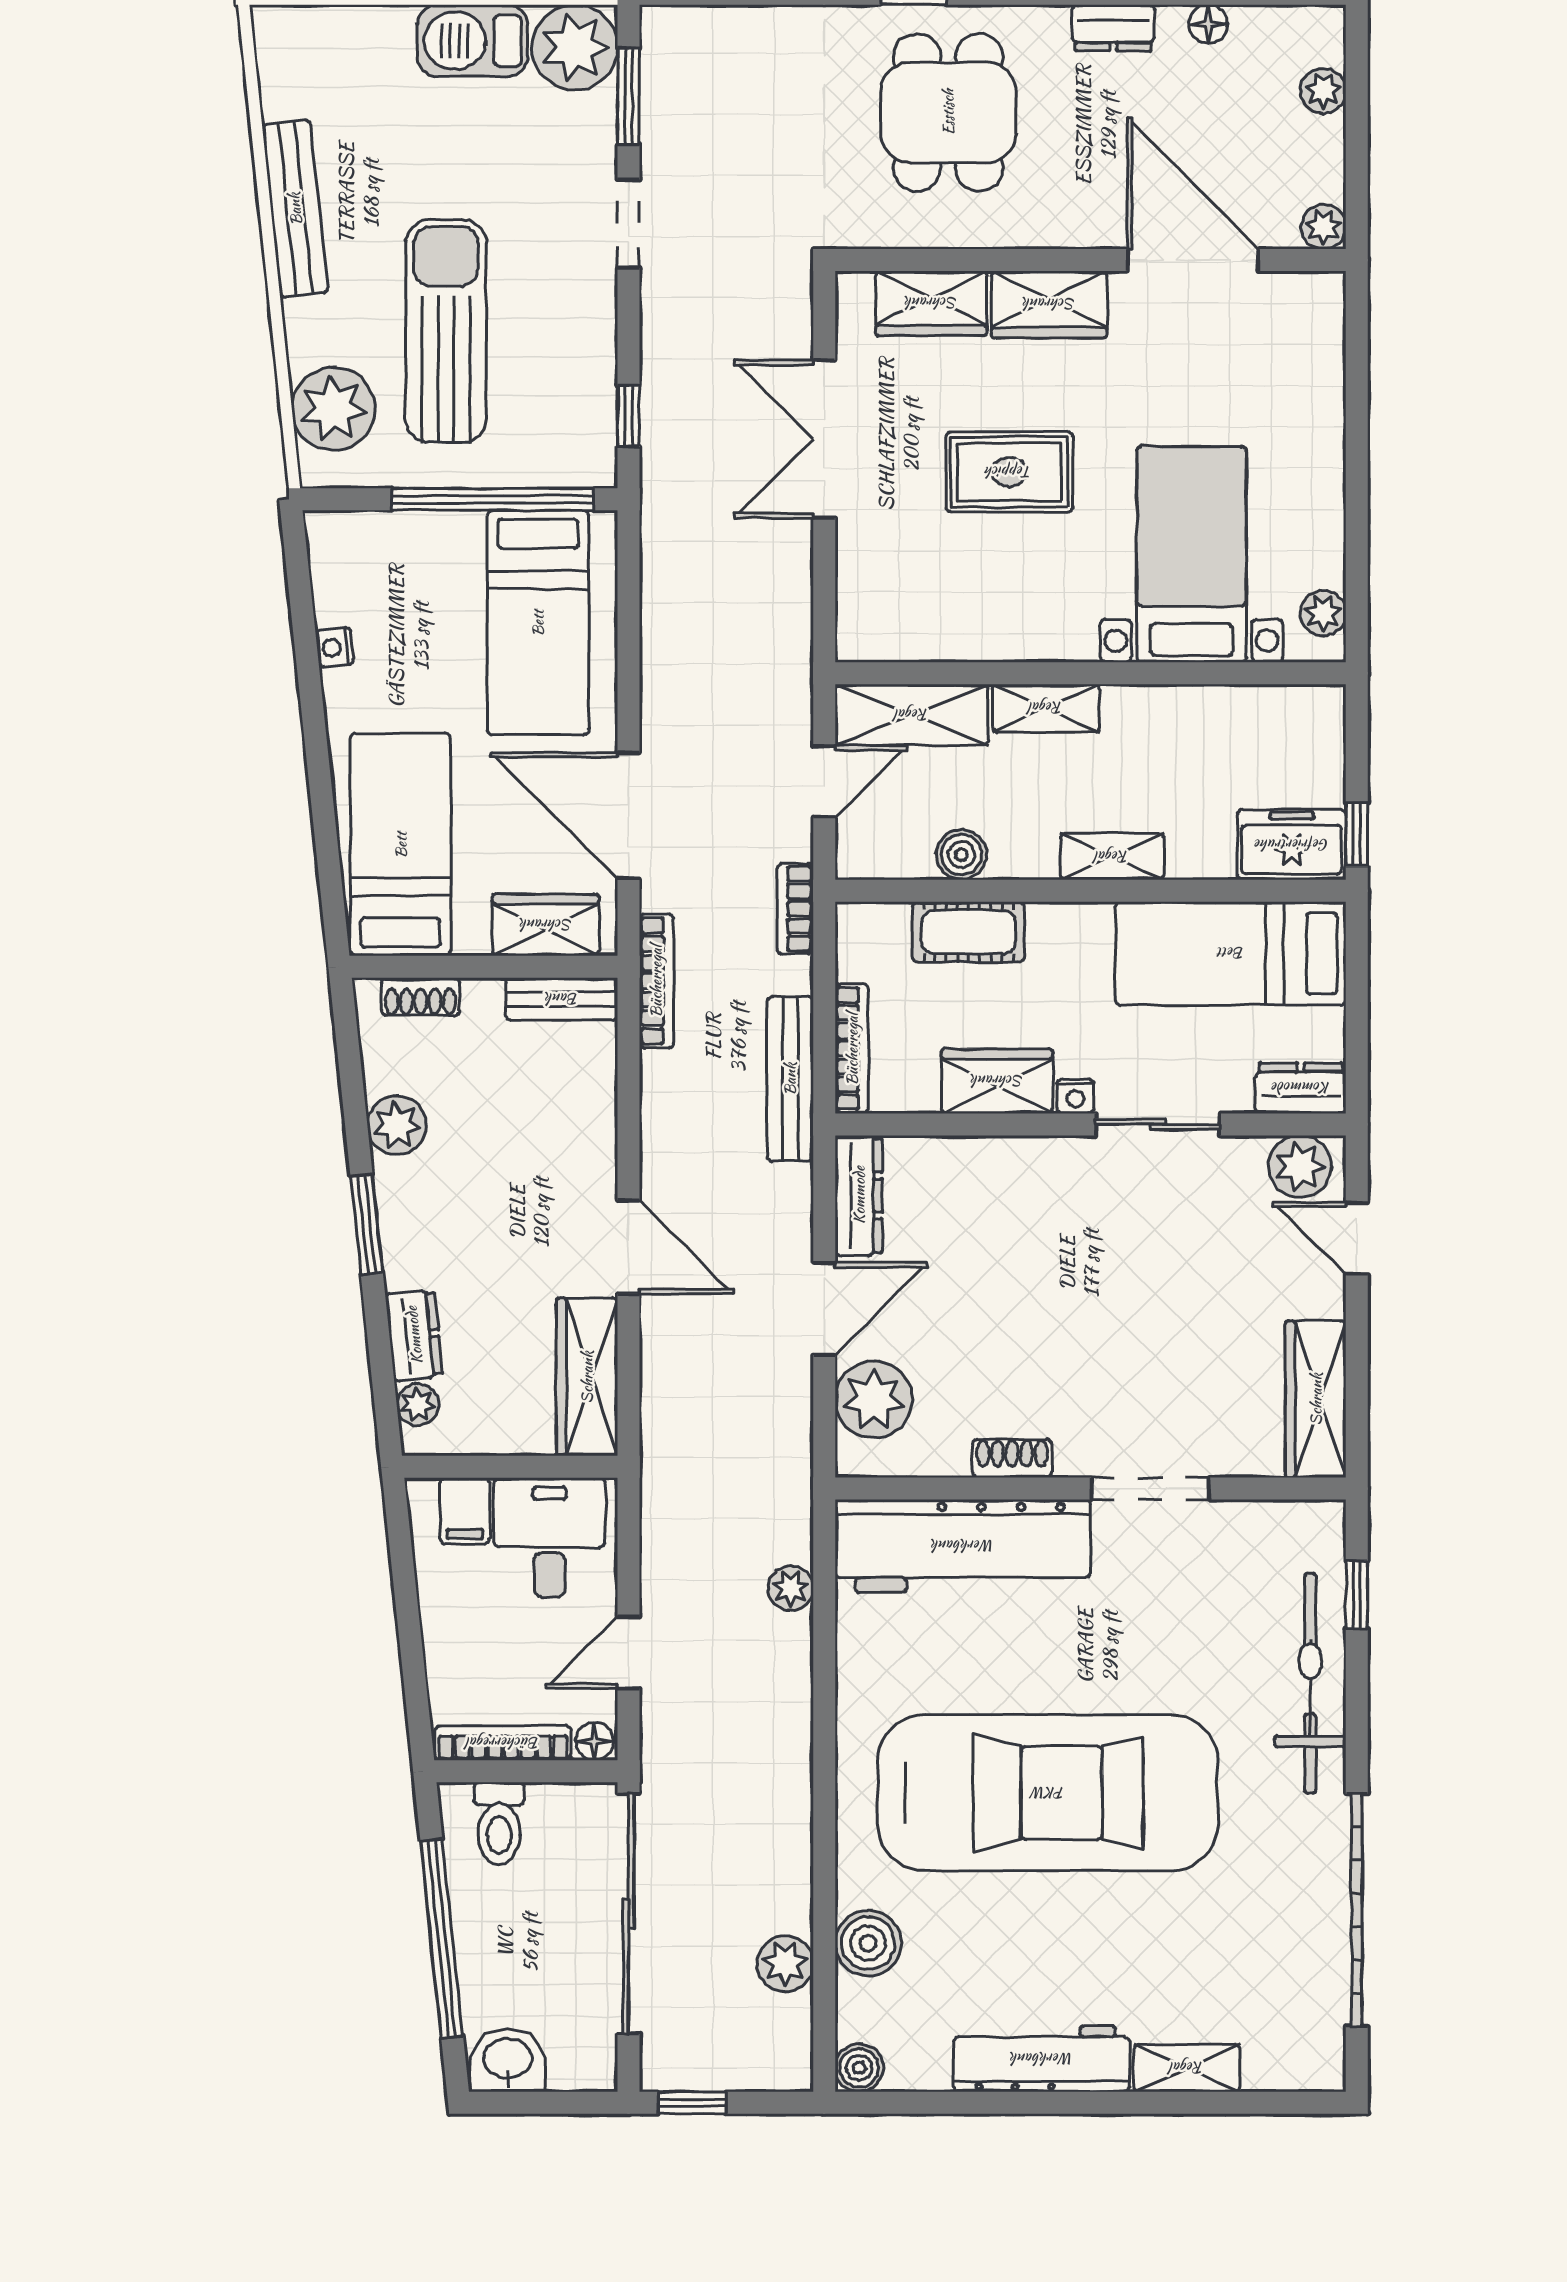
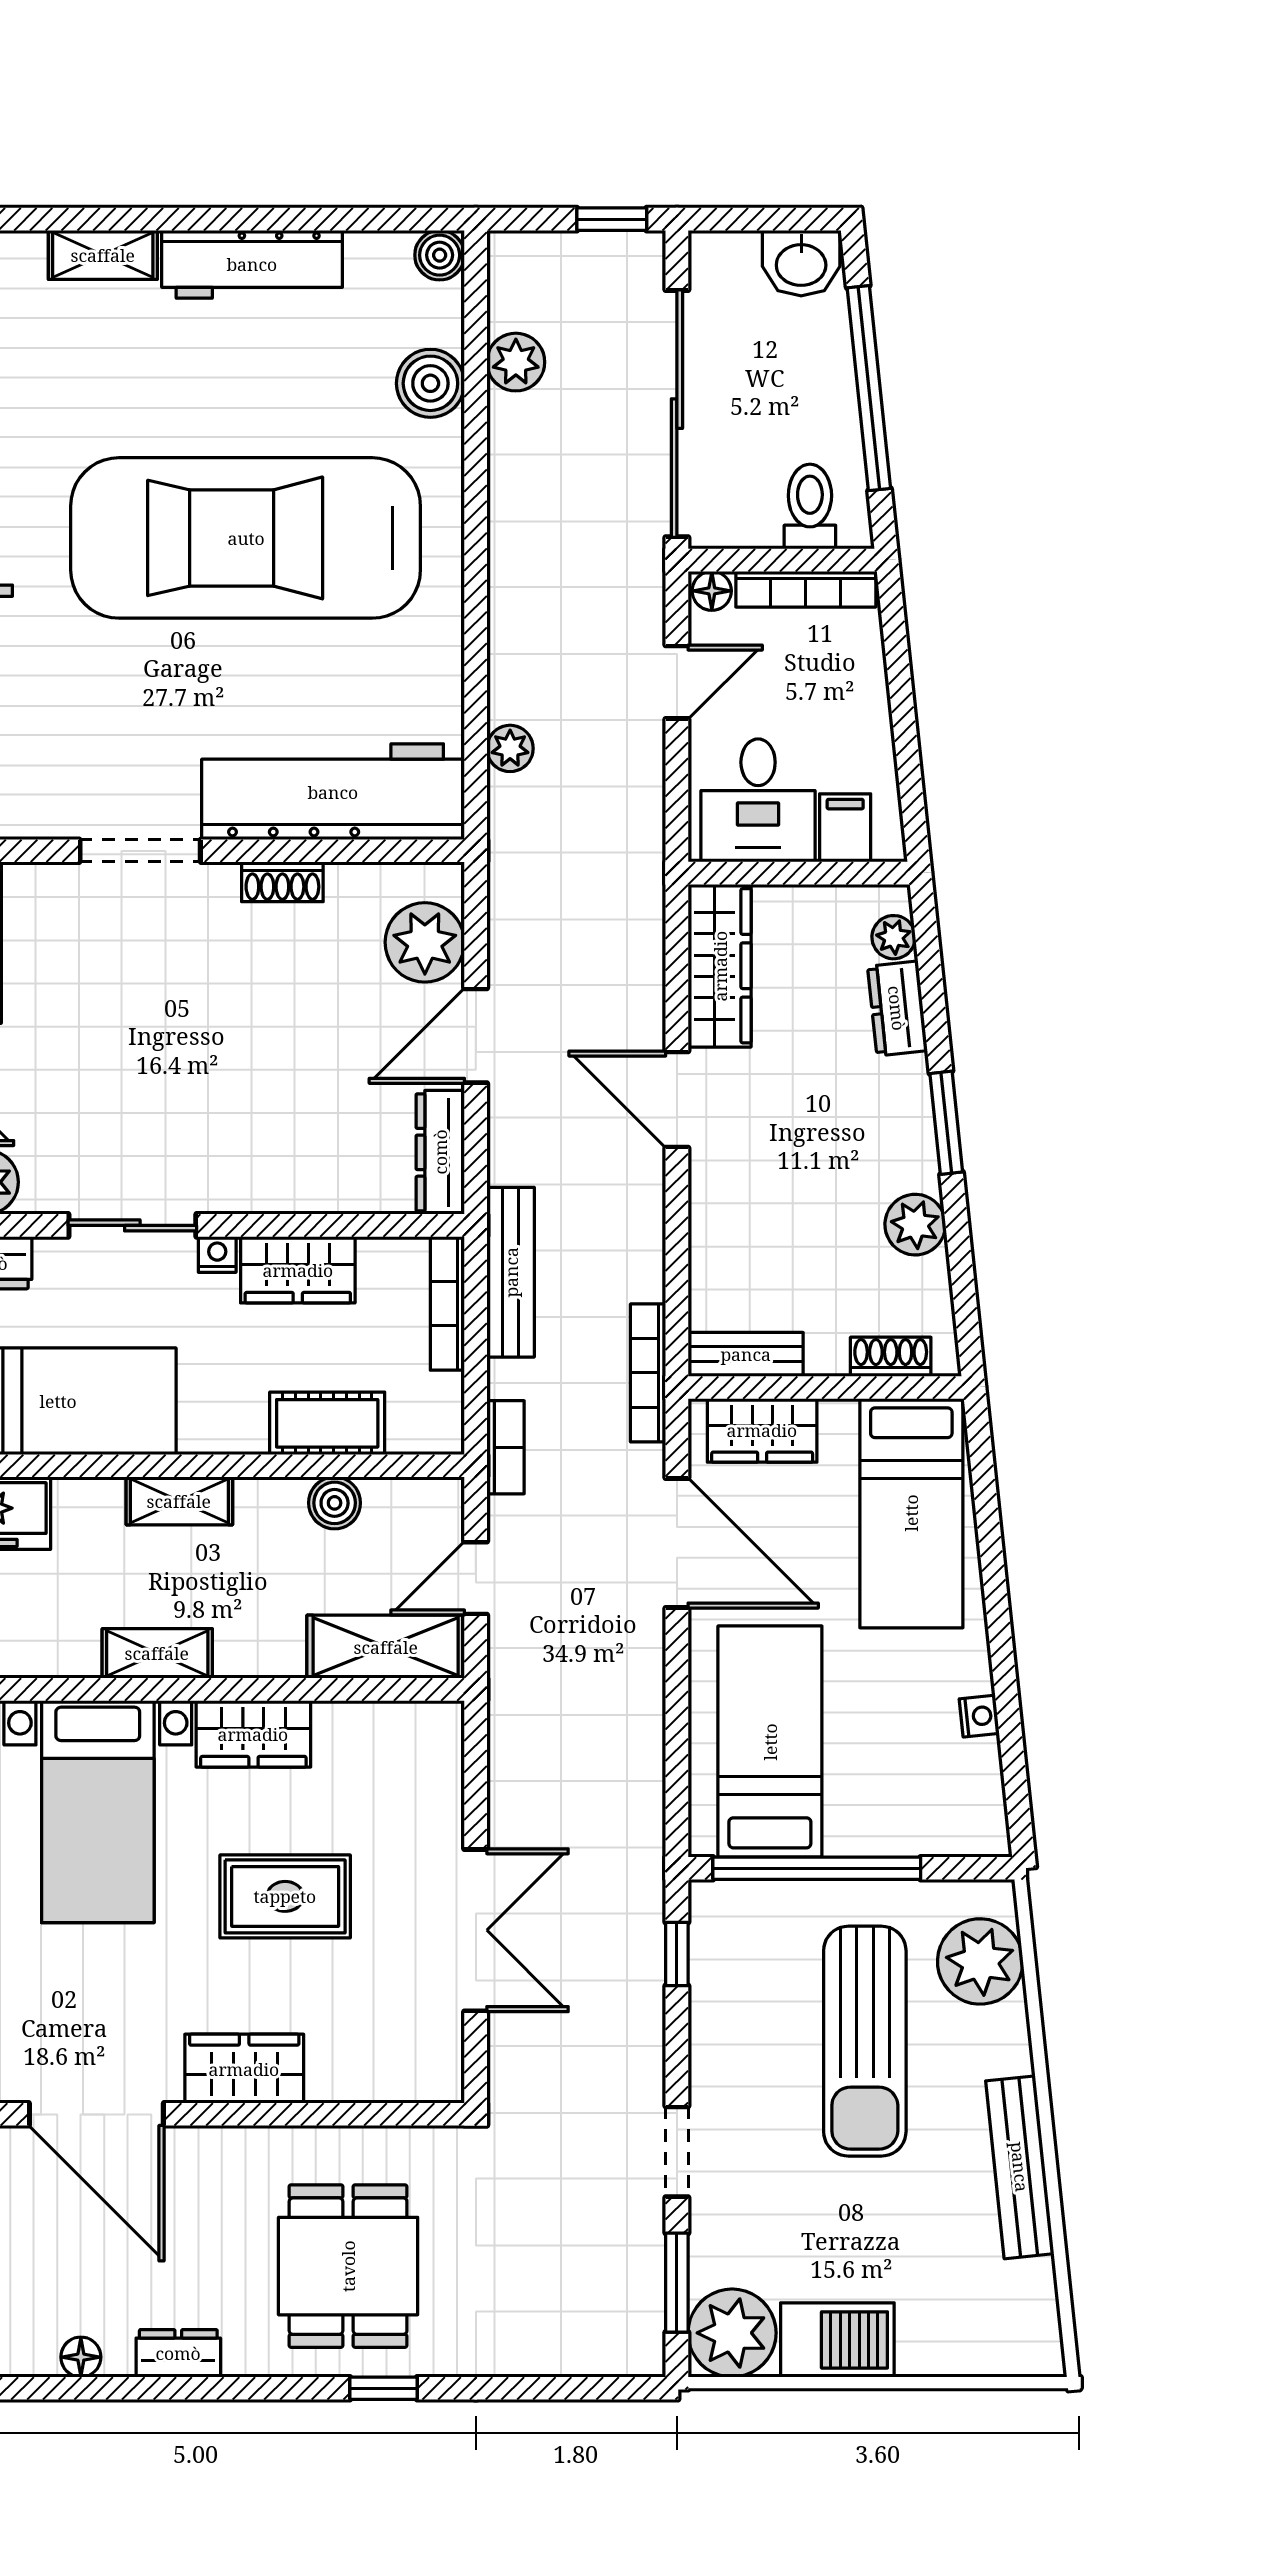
wardrobe: (931, 303) -> (253, 1734), moved, turned 180
shelving: (1046, 708) -> (157, 1653), moved

